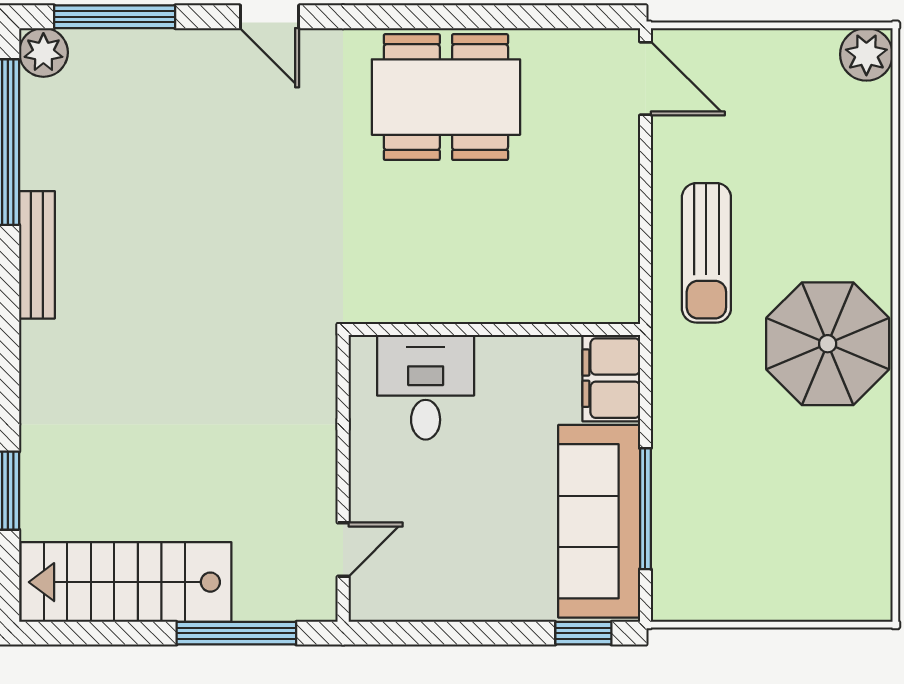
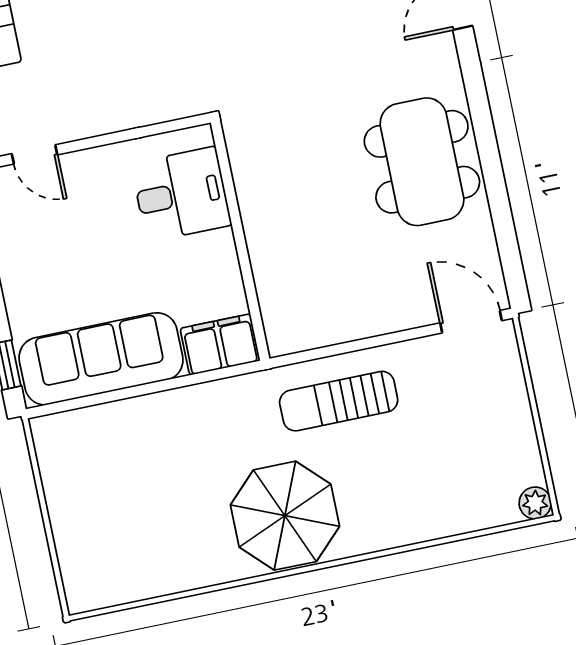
plant: (866, 54) -> (535, 503), width x0.73, depth x0.73
door: (645, 78) -> (471, 322), swing flipped
window: (645, 509) -> (119, 395), removed

